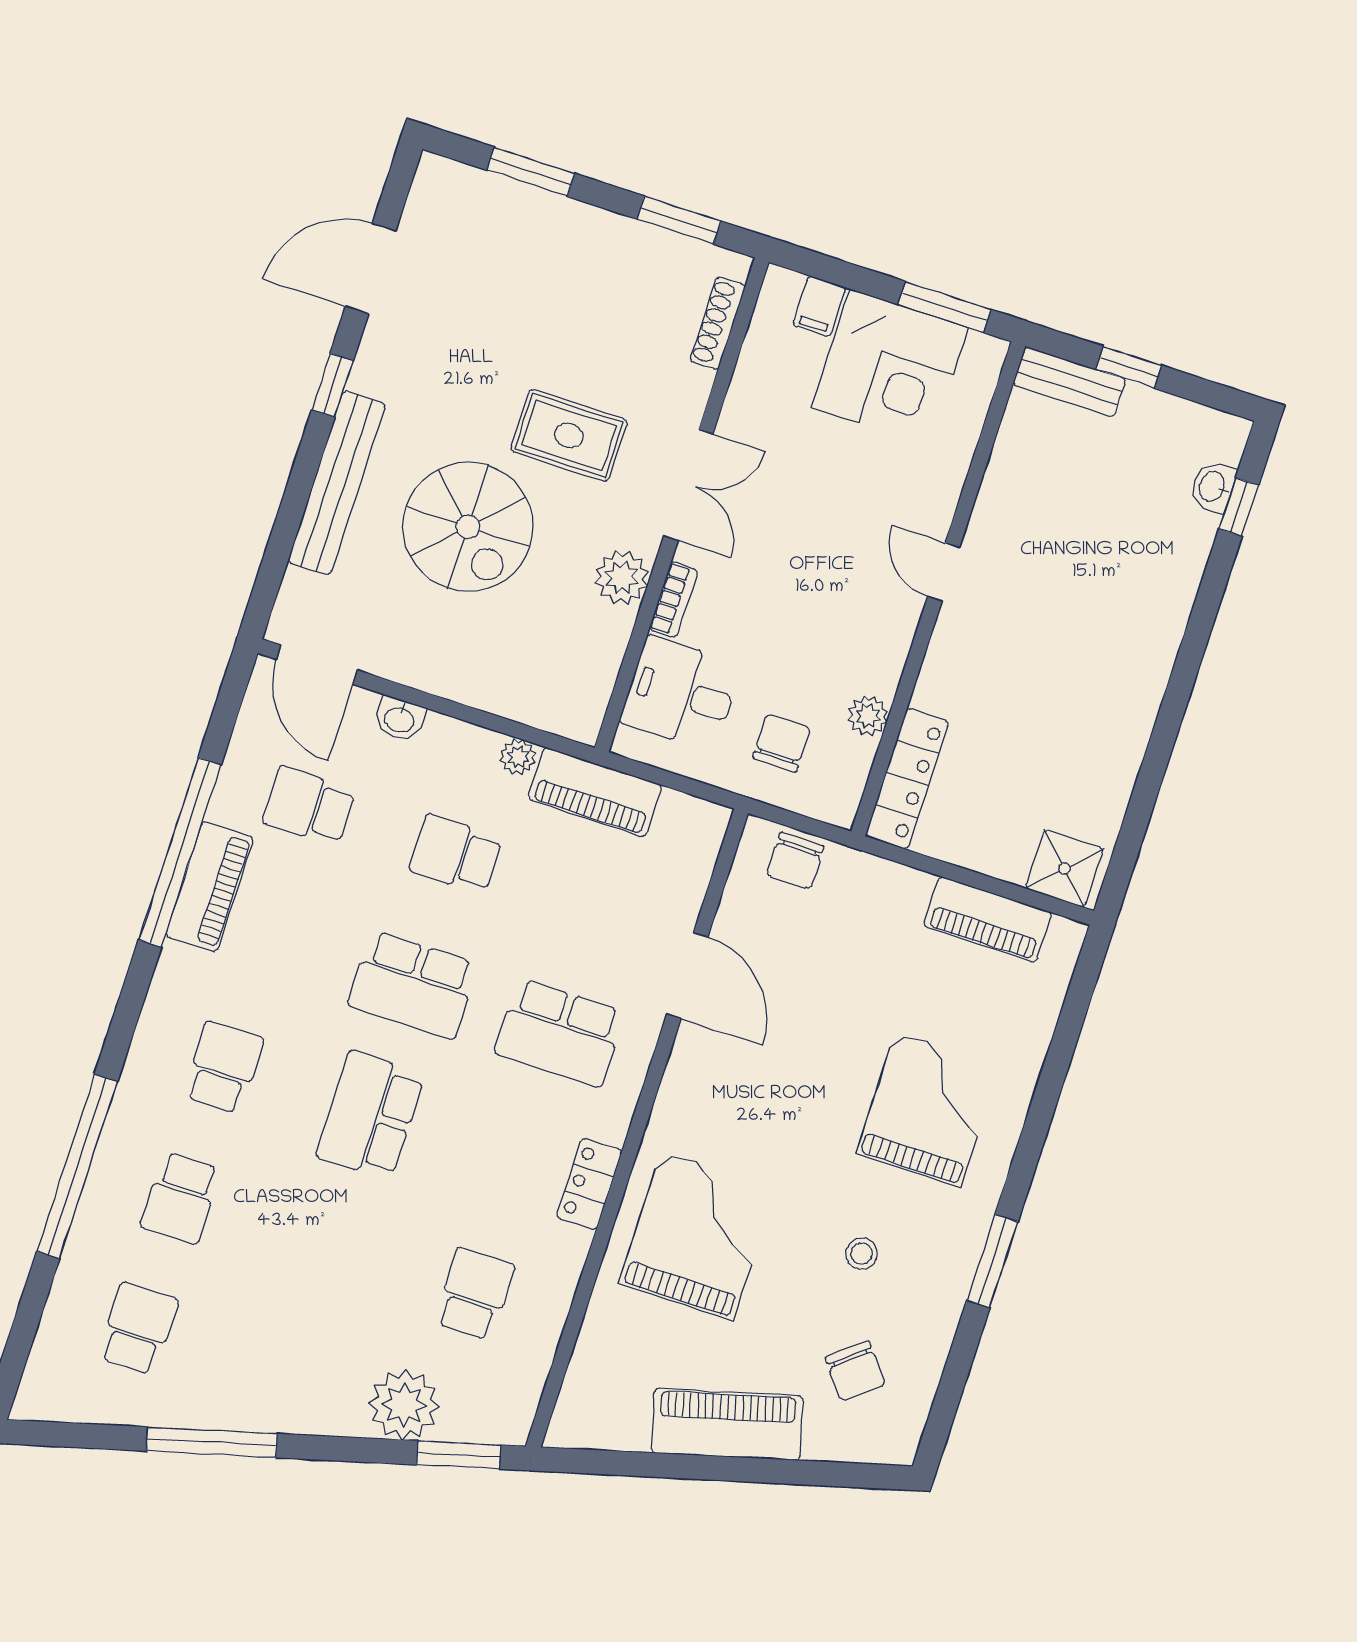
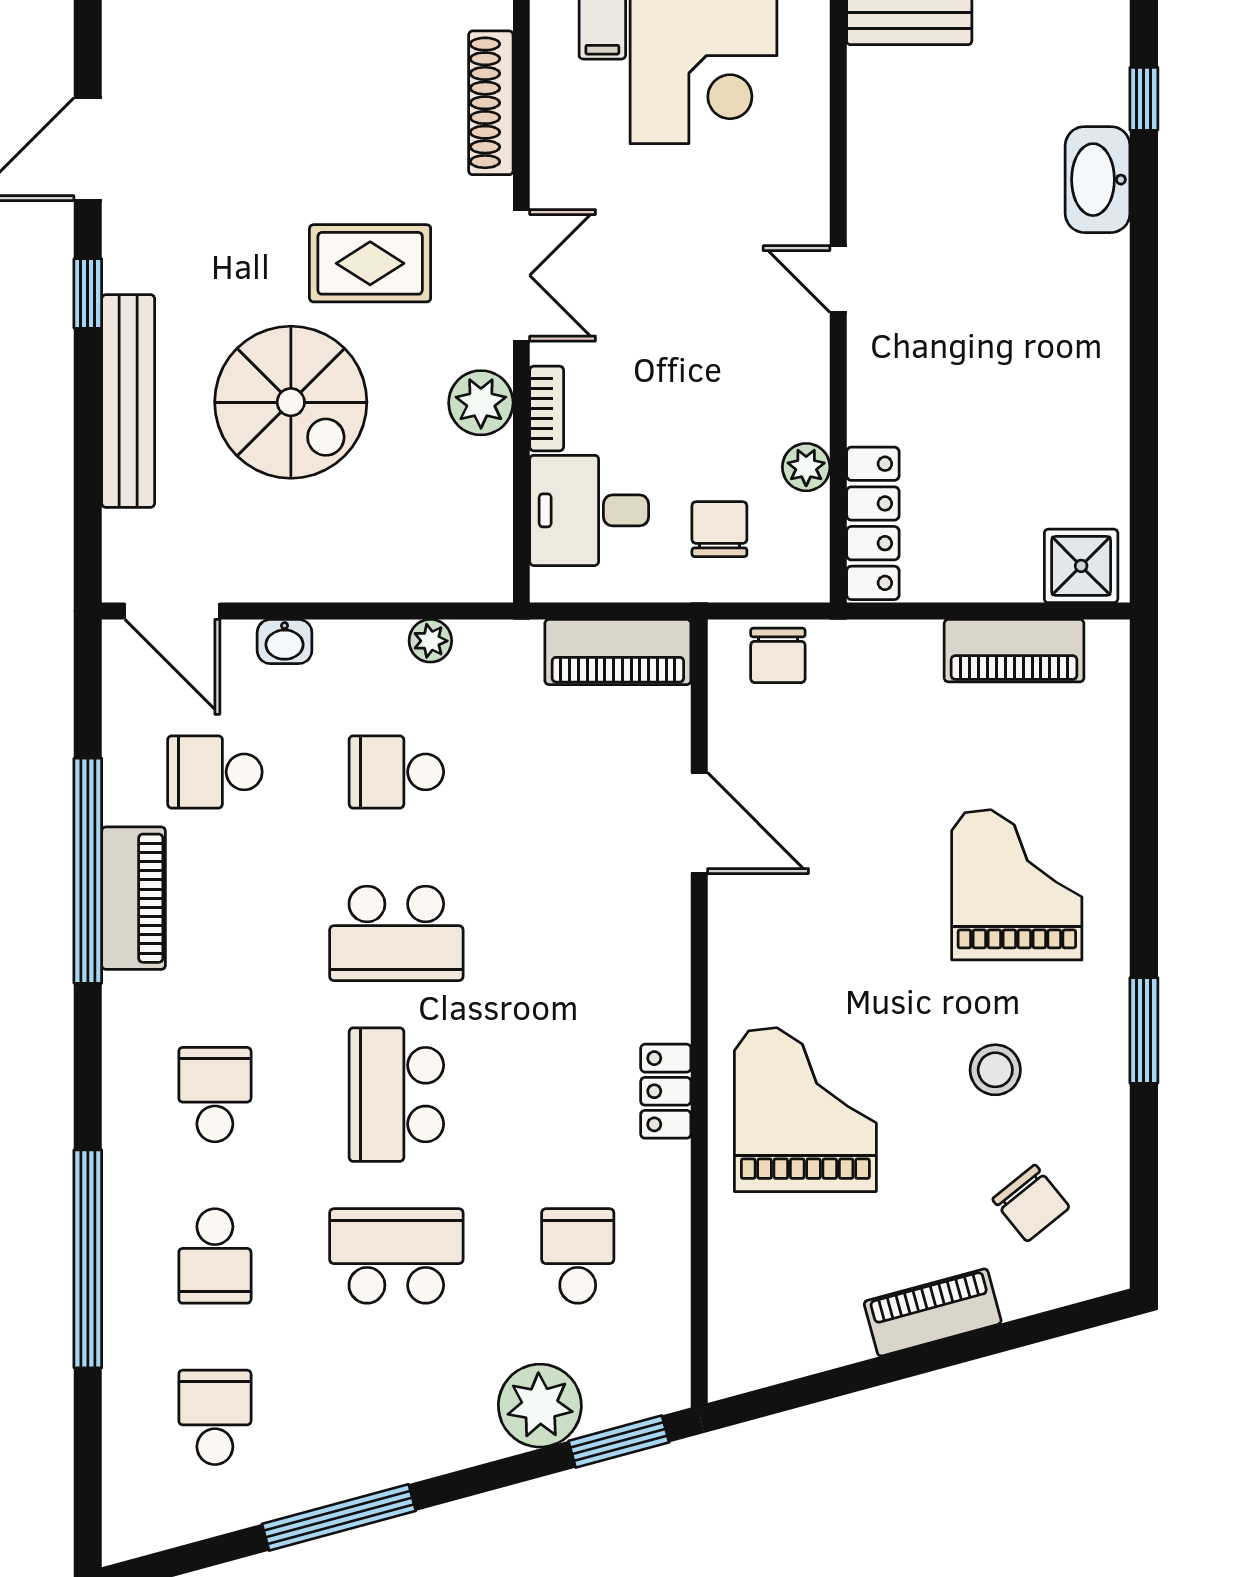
shoe rack: (718, 323) -> (491, 103), width x1.36, depth x1.24
washbasin: (1213, 487) -> (1098, 180), moved, width x1.91, depth x1.45
piano: (595, 792) -> (618, 652), moved
school desk: (560, 1033) -> (396, 1256), moved, turned 180
stool: (862, 1254) -> (995, 1070), width x1.37, depth x1.37
piano: (727, 1424) -> (933, 1312), width x0.73, depth x0.75

